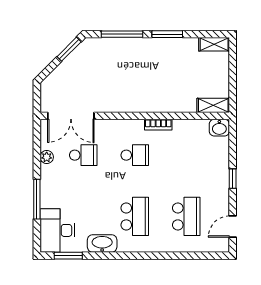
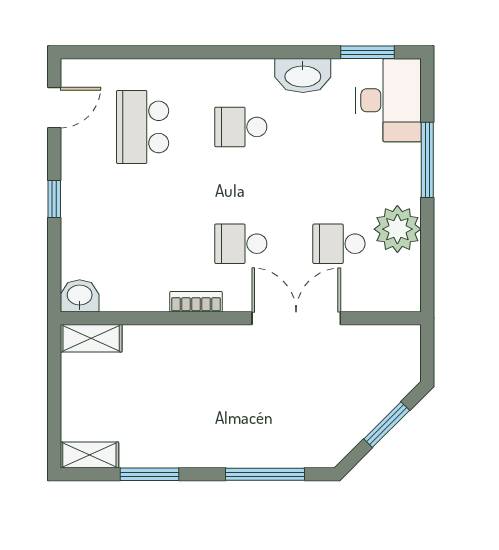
window: (167, 34) -> (150, 474), moved
window: (69, 49) -> (387, 425), moved
double door: (71, 116) -> (296, 318), moved
plant: (47, 157) -> (397, 229), width x1.87, depth x1.87
school desk: (135, 216) -> (241, 127), width x0.54

